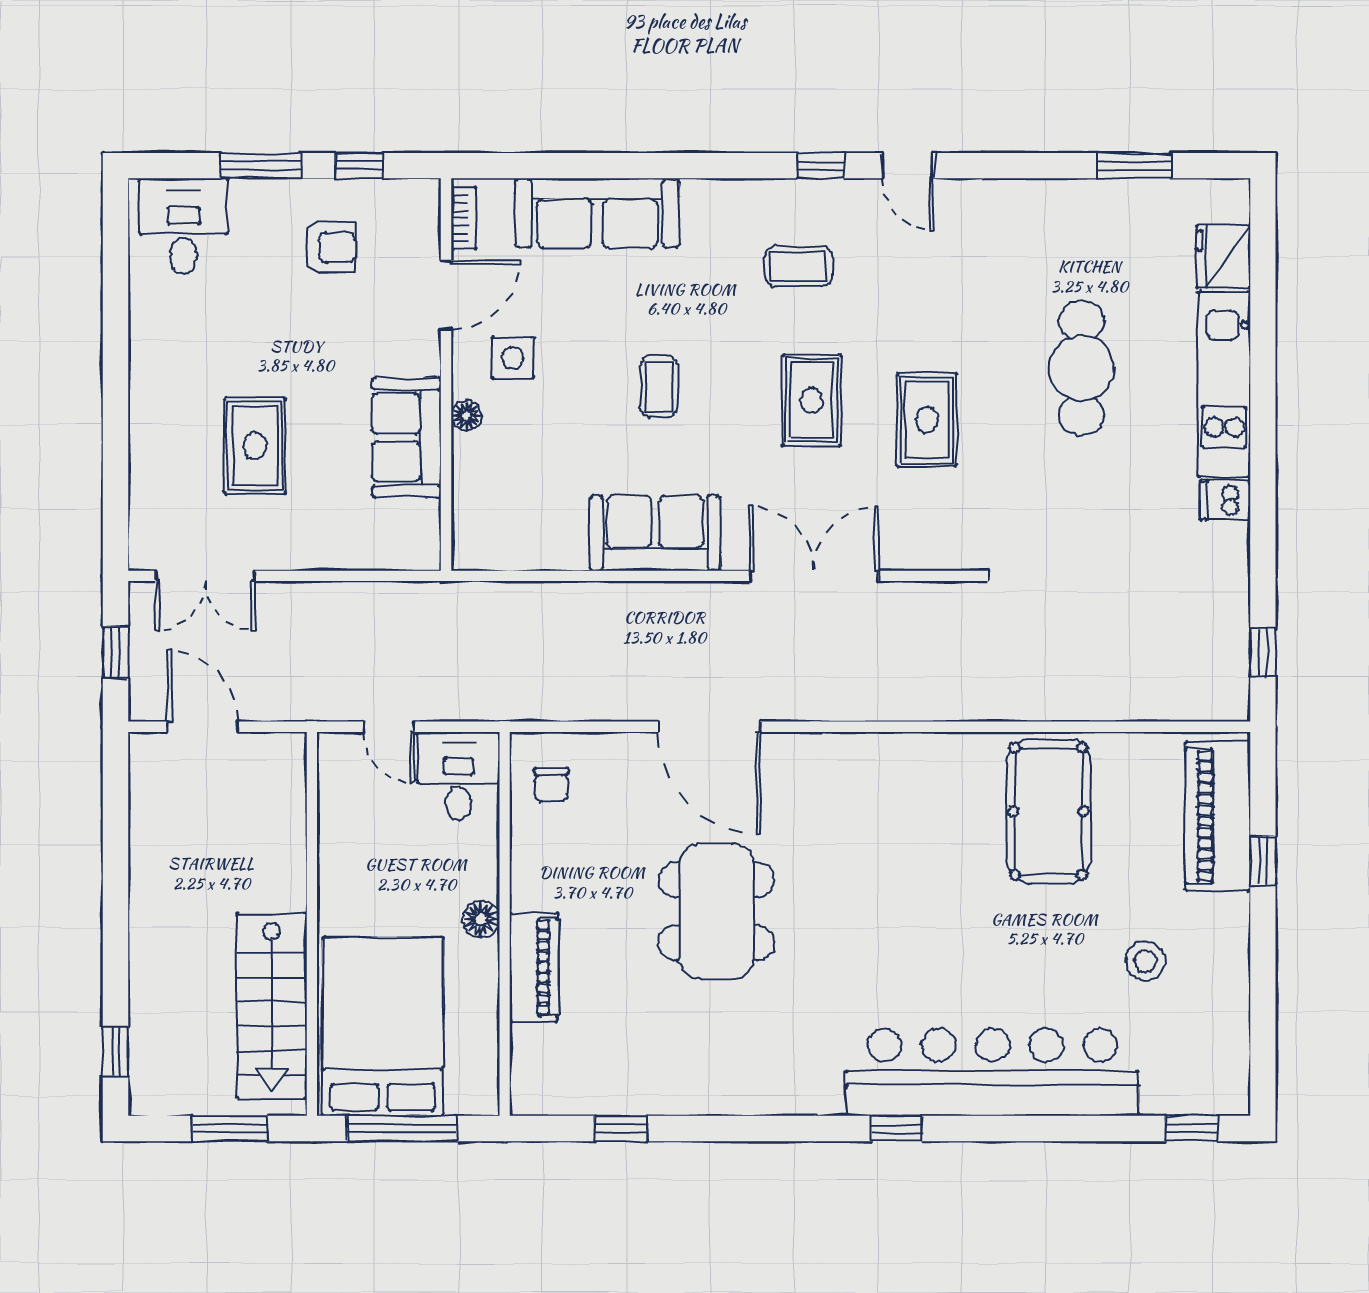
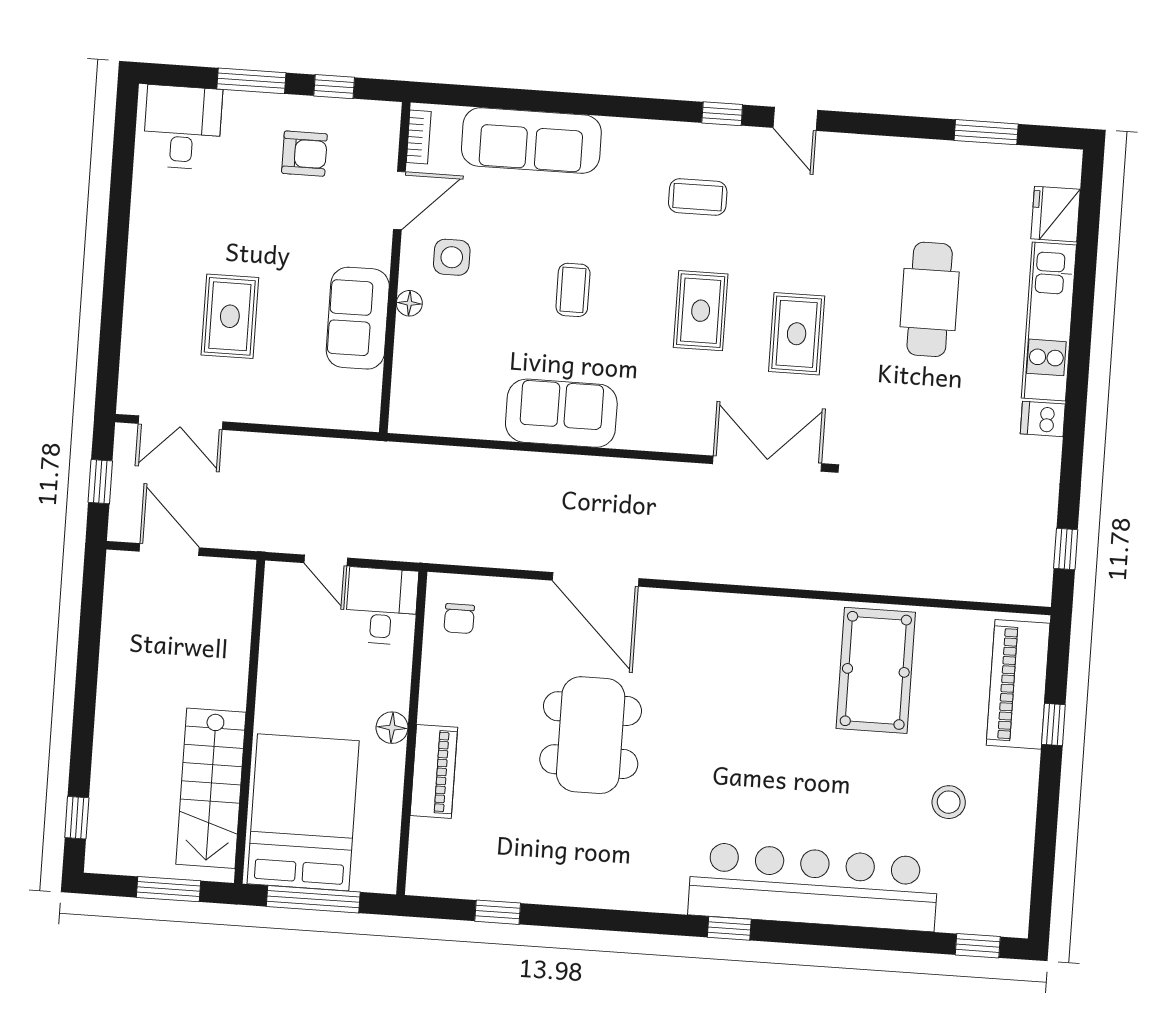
double door: (814, 576) -> (767, 464), moved

